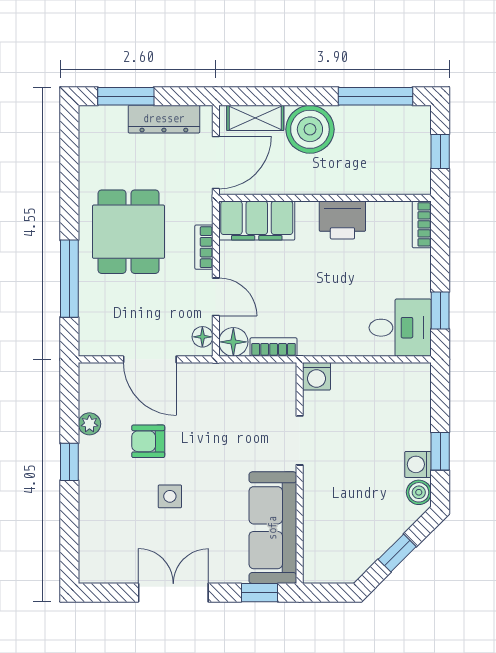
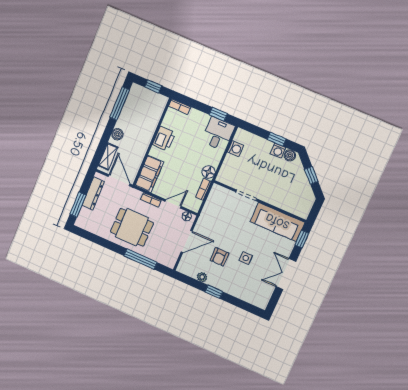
boiler: (310, 129) -> (117, 134), width x0.54, depth x0.54
floor lamp: (233, 342) -> (208, 172), moved
washing machine: (316, 376) -> (235, 149), moved

